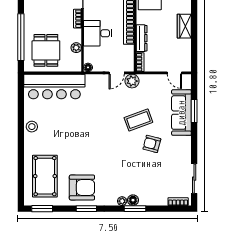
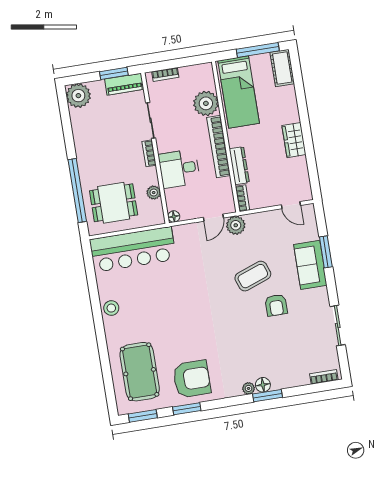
dining table: (46, 50) -> (114, 203), turned 90
sofa: (181, 113) -> (310, 265), width x0.73
armchair: (152, 144) -> (276, 305), turned -105
sliding door: (194, 179) -> (338, 325), moved
window: (86, 209) -> (187, 409), moved

